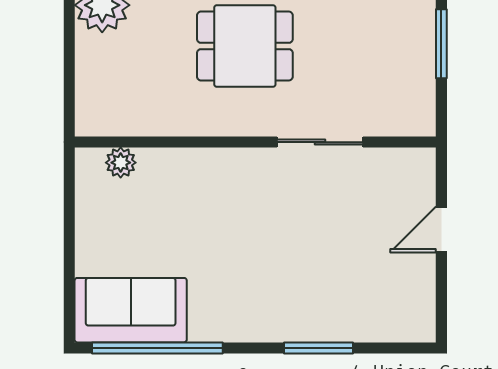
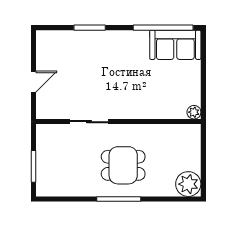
plant: (121, 163) -> (194, 112), moved

